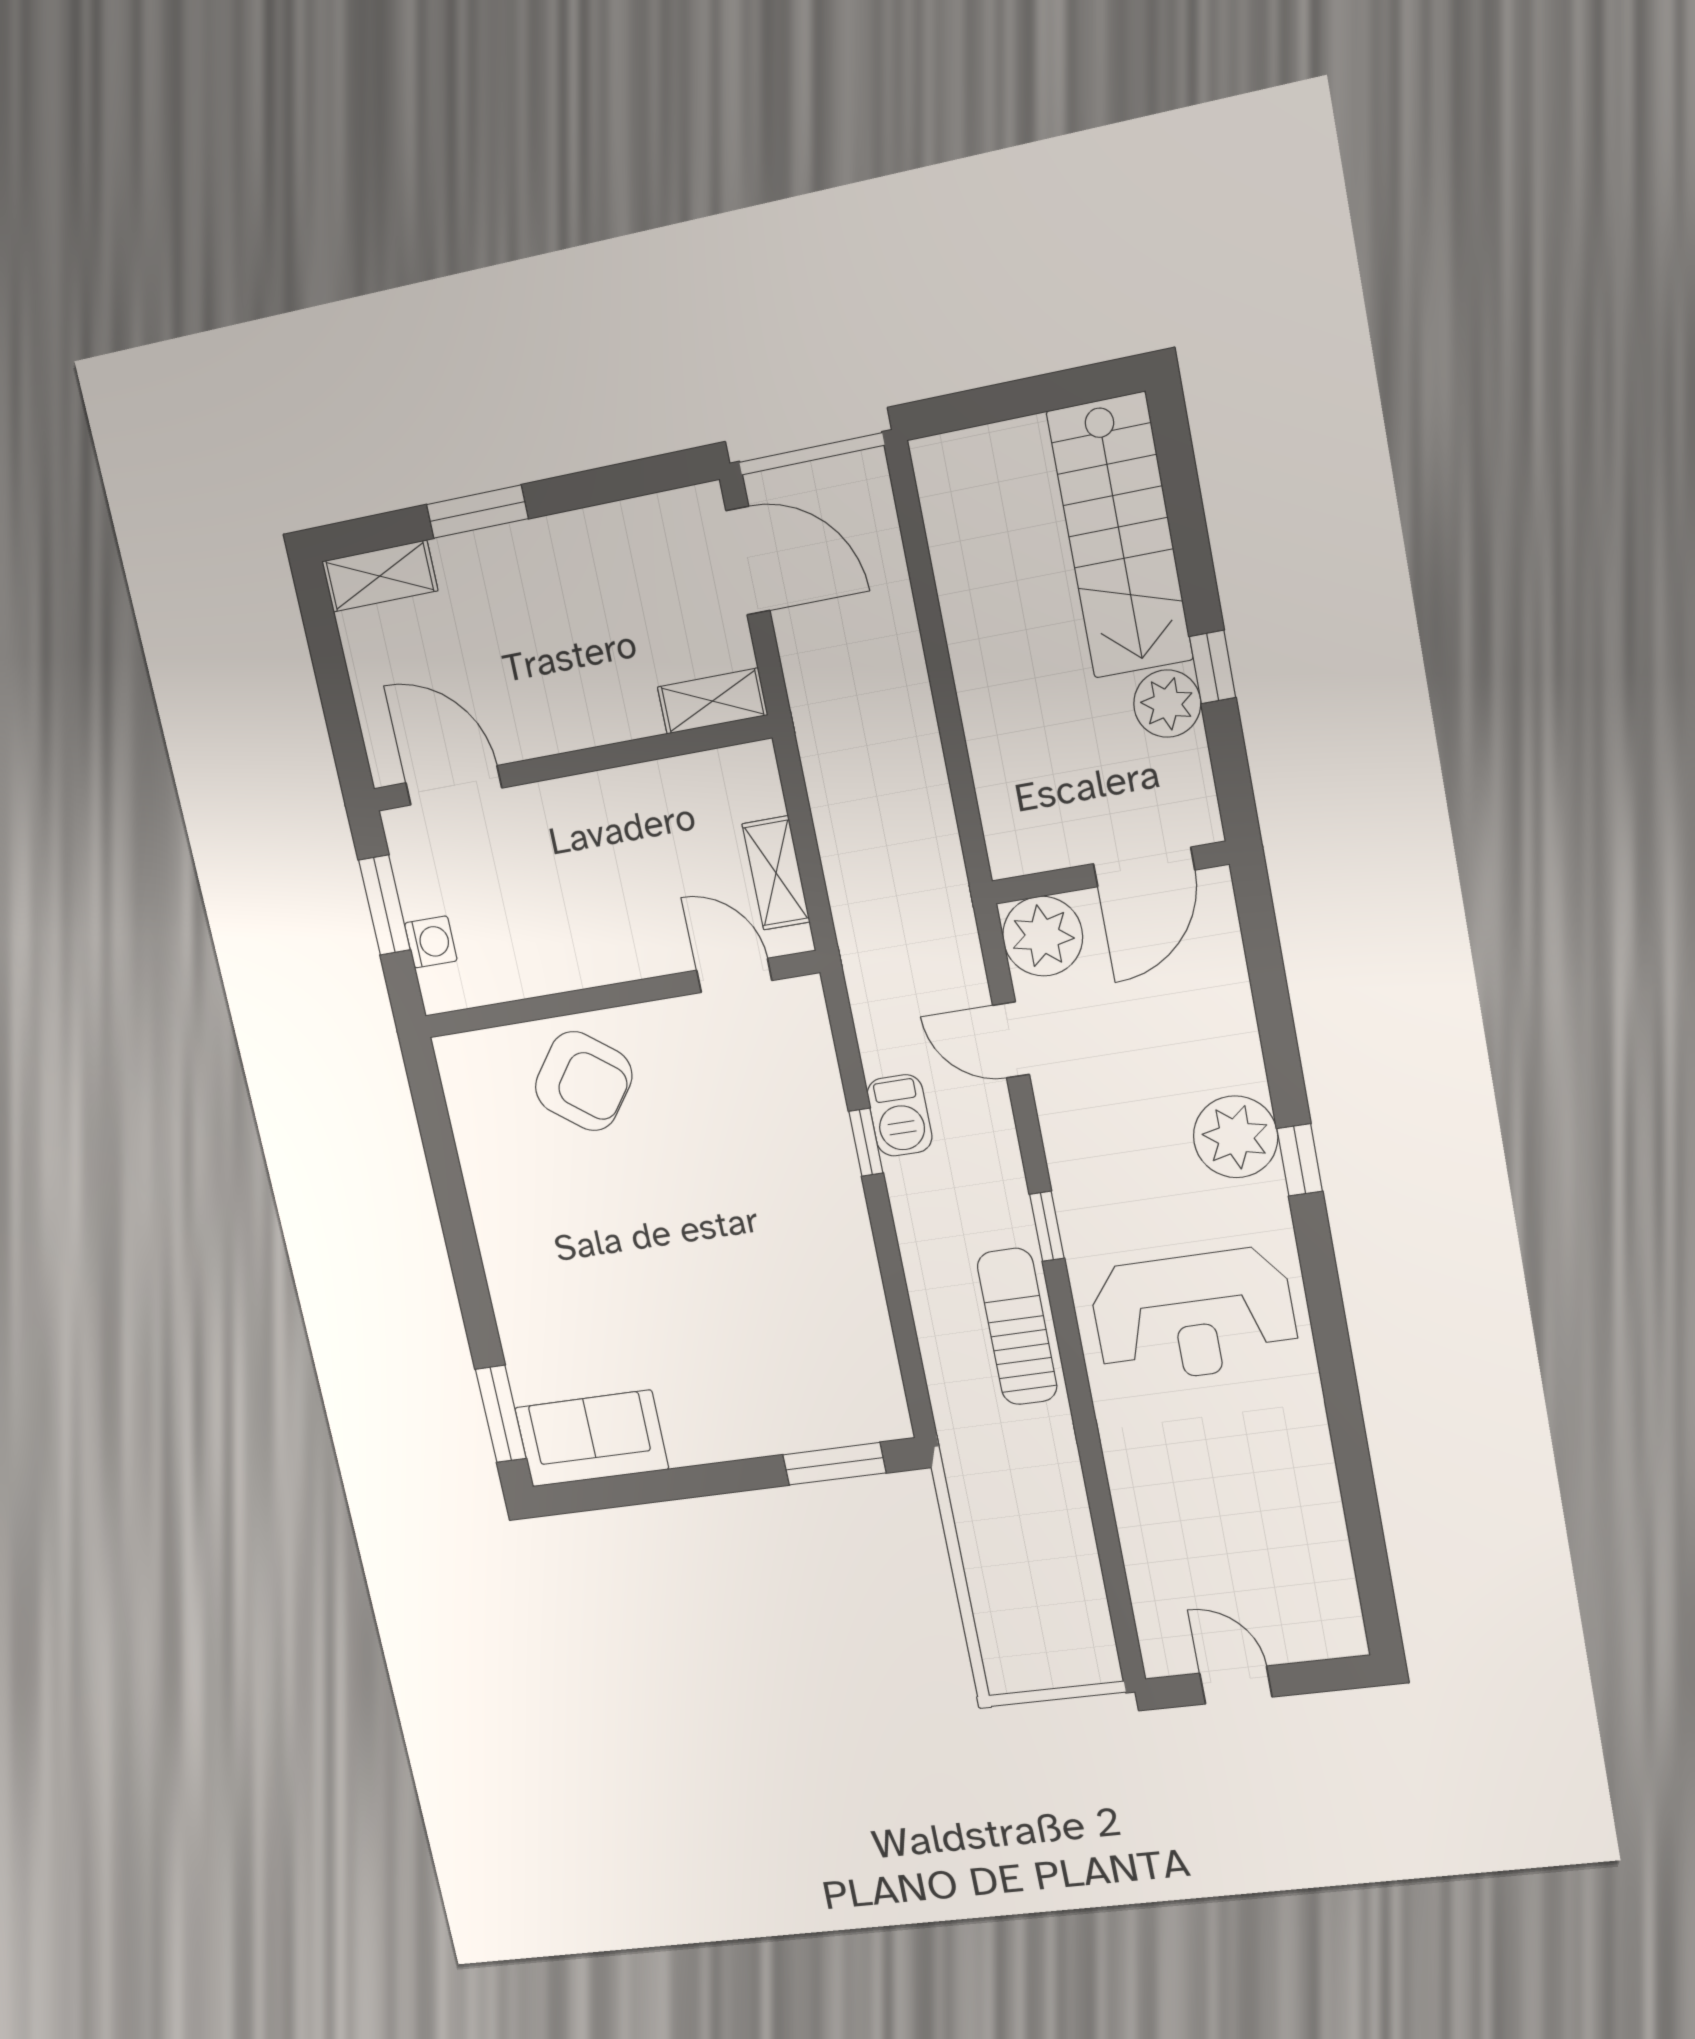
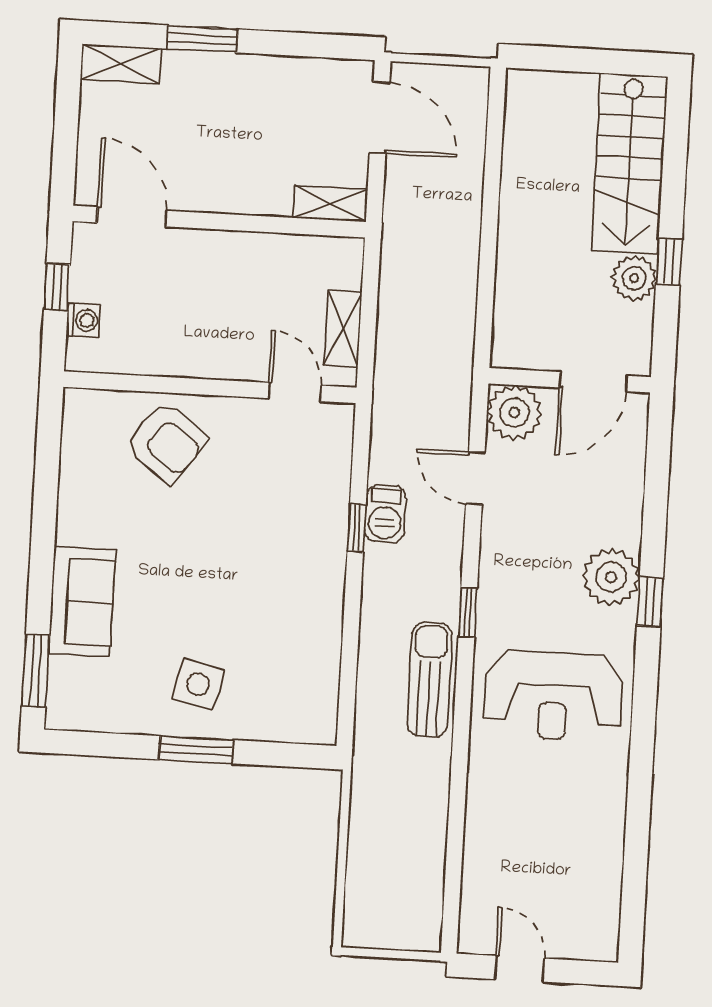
window: (384, 905) -> (57, 287), width x0.67
side table: (712, 1392) -> (198, 684), added
sofa: (592, 1439) -> (82, 602), moved, turned 90
window: (834, 1464) -> (196, 750), moved

